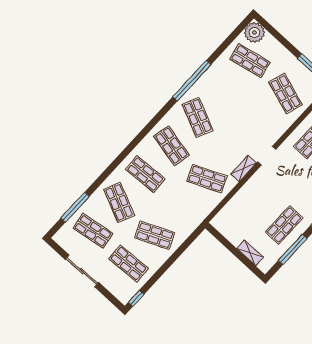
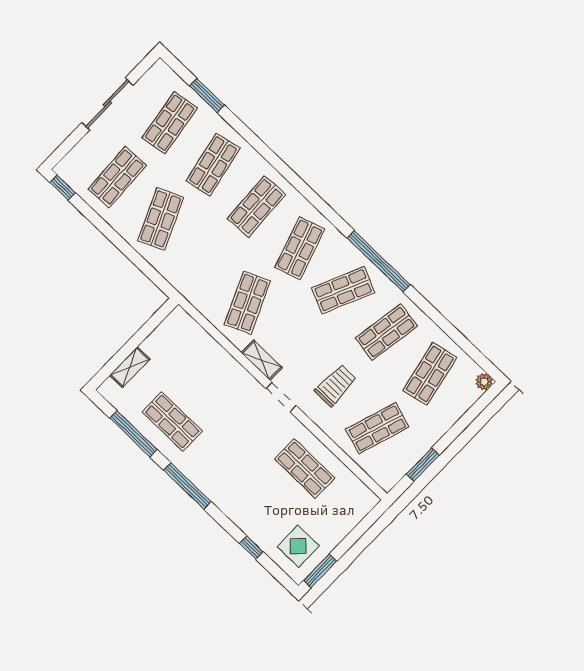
plant: (254, 32) -> (484, 382), width x0.53, depth x0.53
window: (192, 81) -> (379, 261), moved
shop shelf: (224, 89) -> (386, 332), added
trolley: (259, 121) -> (336, 385), added
shop shelf: (171, 146) -> (300, 248), turned -30
shop shelf: (119, 202) -> (213, 165), turned -36
window: (75, 207) -> (207, 95), width x0.69

